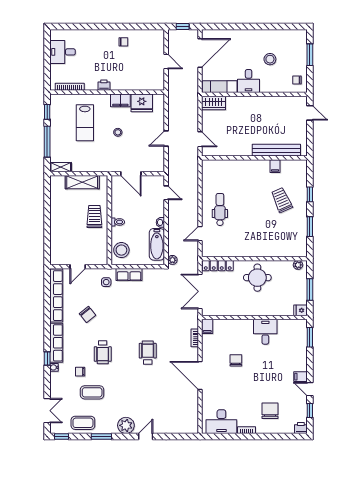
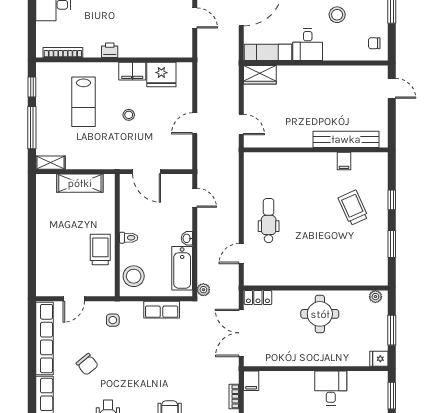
trolley: (94, 216) -> (100, 250), moved
locker: (218, 266) -> (258, 297), width x0.66
row of seats: (129, 274) -> (162, 310), moved

